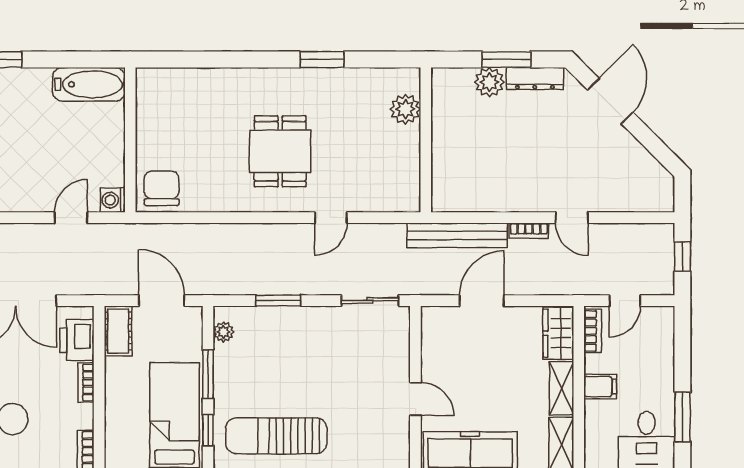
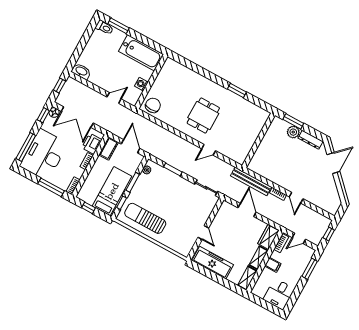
window: (506, 60) -> (293, 121), moved
bathtub: (89, 84) -> (141, 53), width x1.36, depth x1.36
plant: (405, 109) -> (257, 125), removed
washing machine: (113, 200) -> (141, 84), moved
door: (482, 301) -> (247, 210), hinge flipped
window: (682, 417) -> (310, 269), moved

